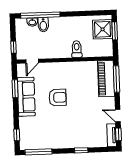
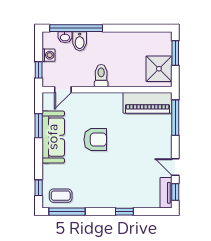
shower: (103, 29) -> (159, 69), moved
washing machine: (20, 36) -> (48, 55), added
toilet: (77, 49) -> (101, 76), moved
piano: (106, 79) -> (148, 103), moved, turned -90
coffee table: (33, 140) -> (61, 196), added

